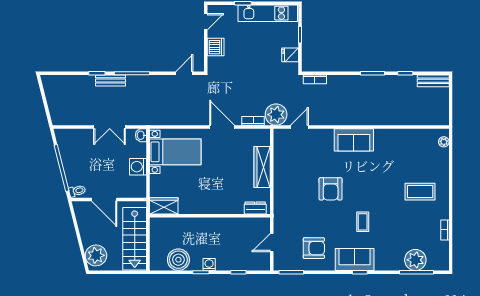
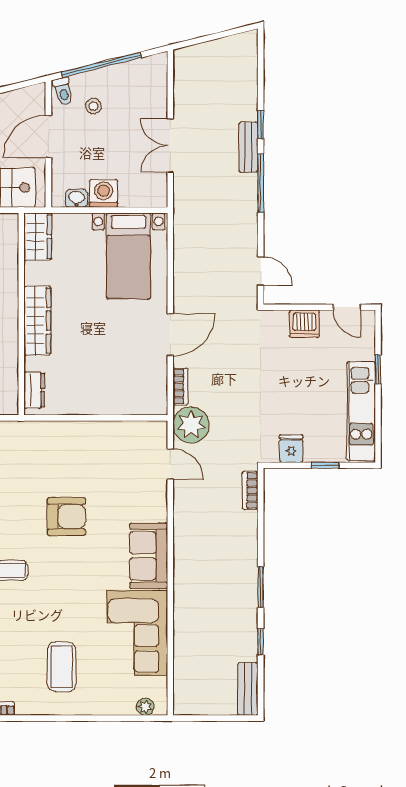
washbasin: (141, 135) -> (77, 198), moved
corner sofa: (400, 147) -> (137, 633), added
wardrobe: (262, 167) -> (37, 321), moved, turned 90
stool: (86, 173) -> (94, 106), added
armchair: (331, 189) -> (66, 517), turned 180

